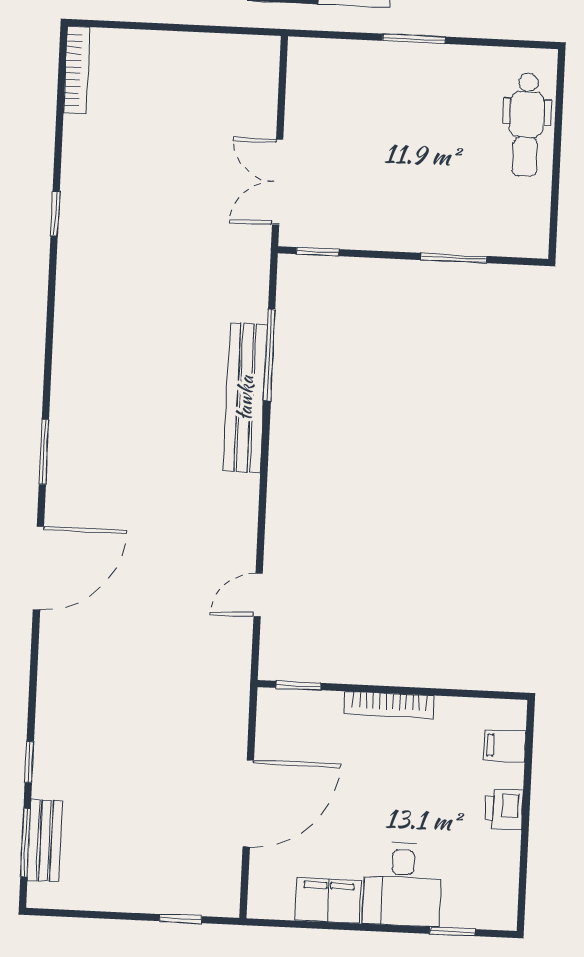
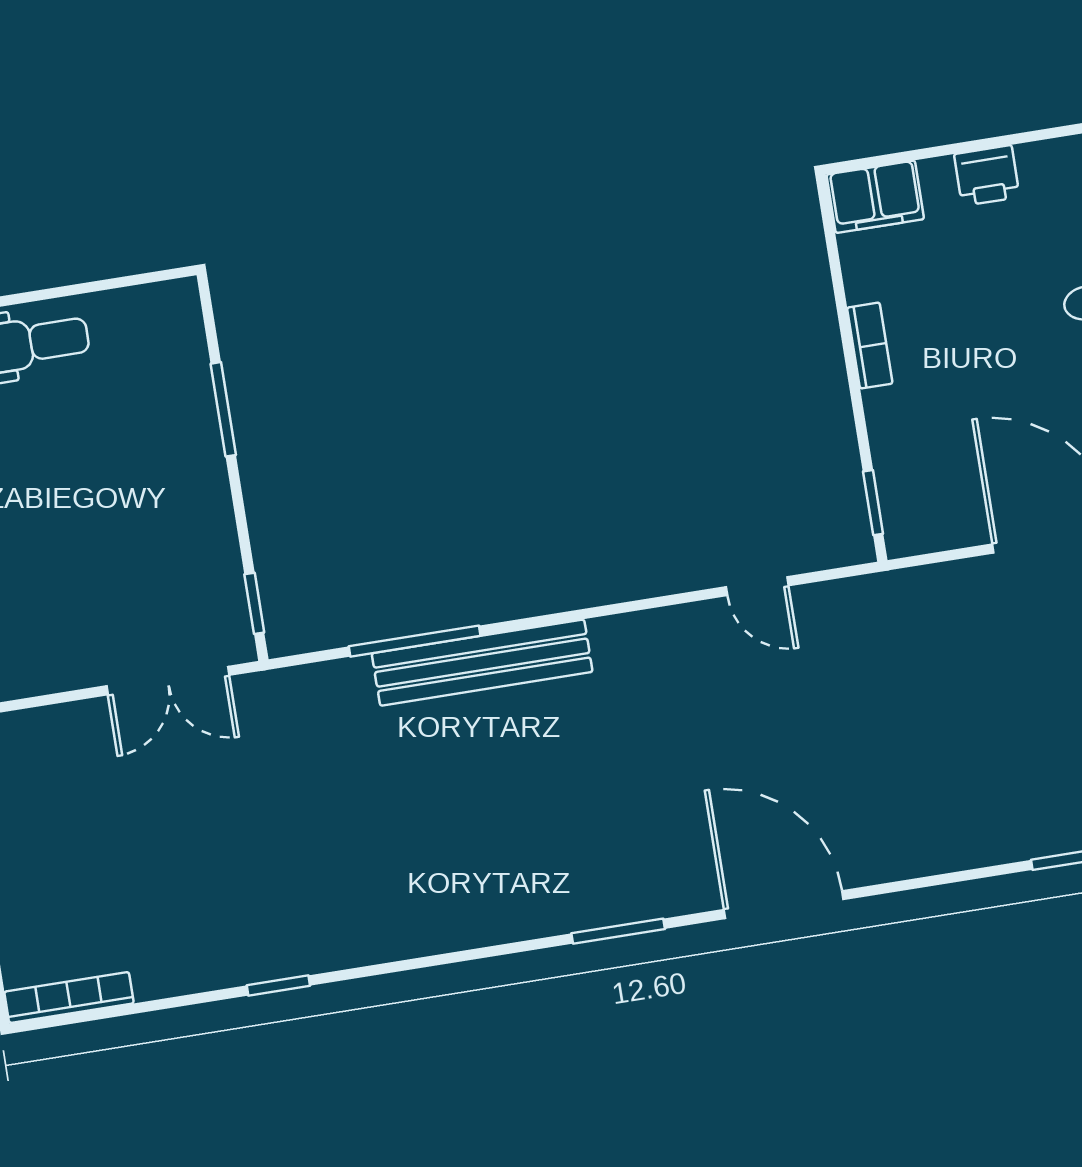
bookcase: (389, 705) -> (870, 346), width x0.64
filing cabinet: (505, 746) -> (875, 197), width x2.00

